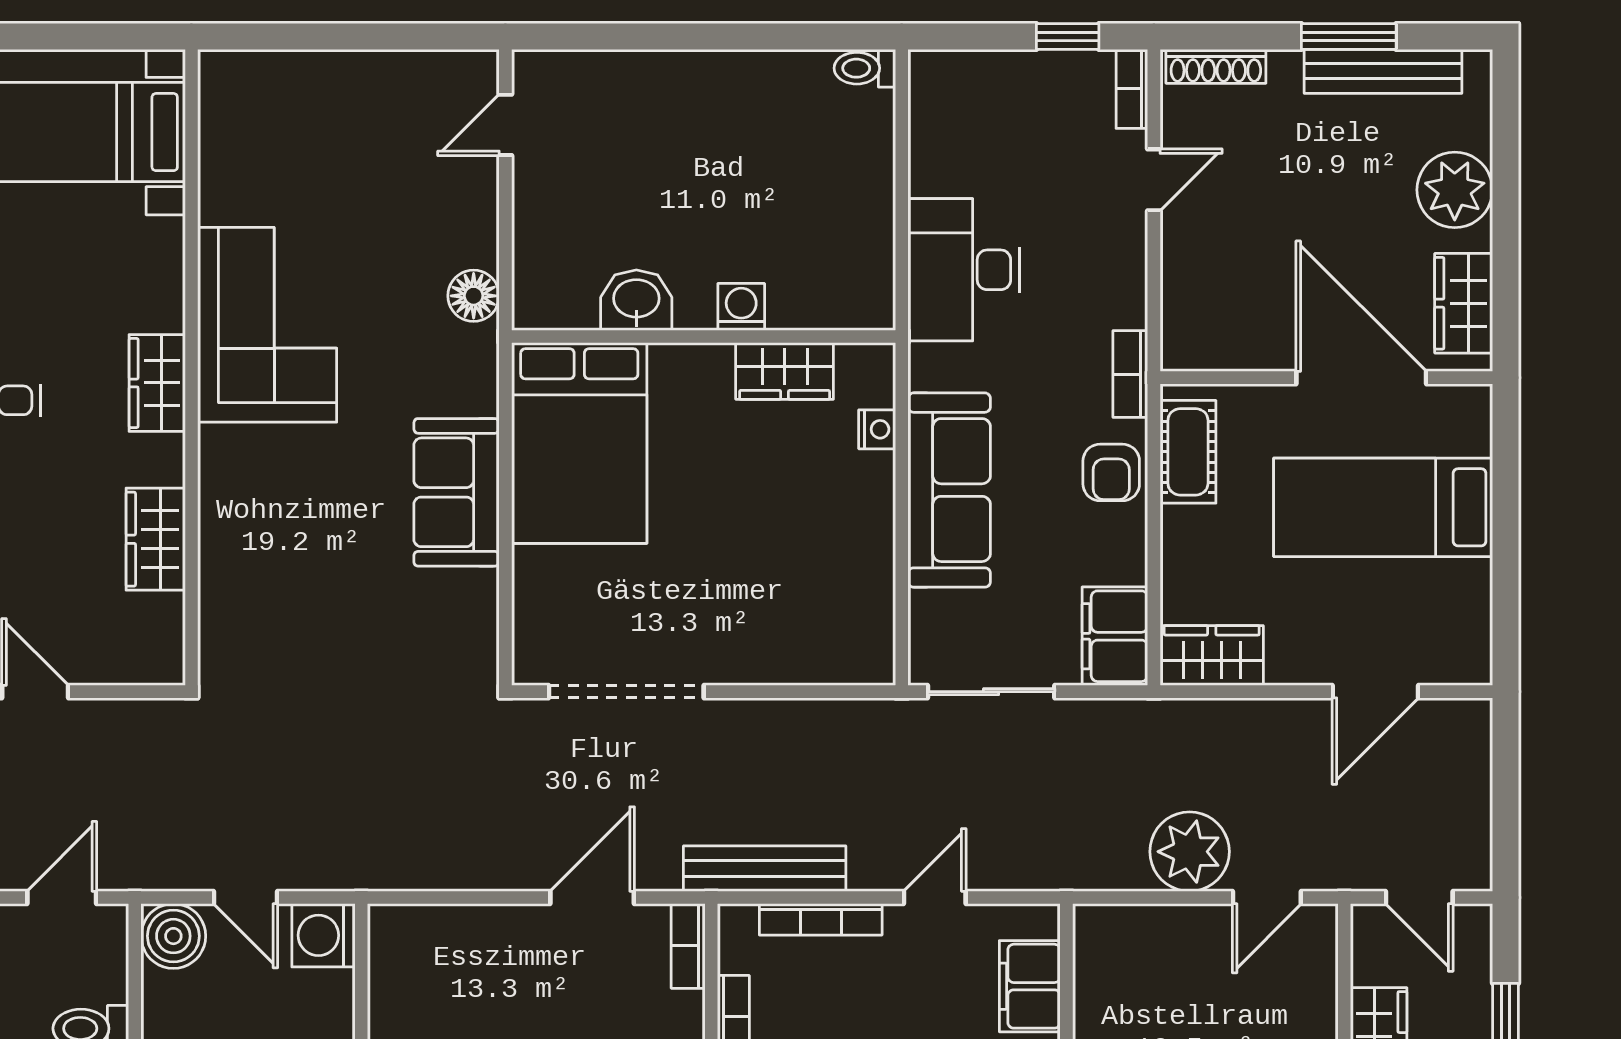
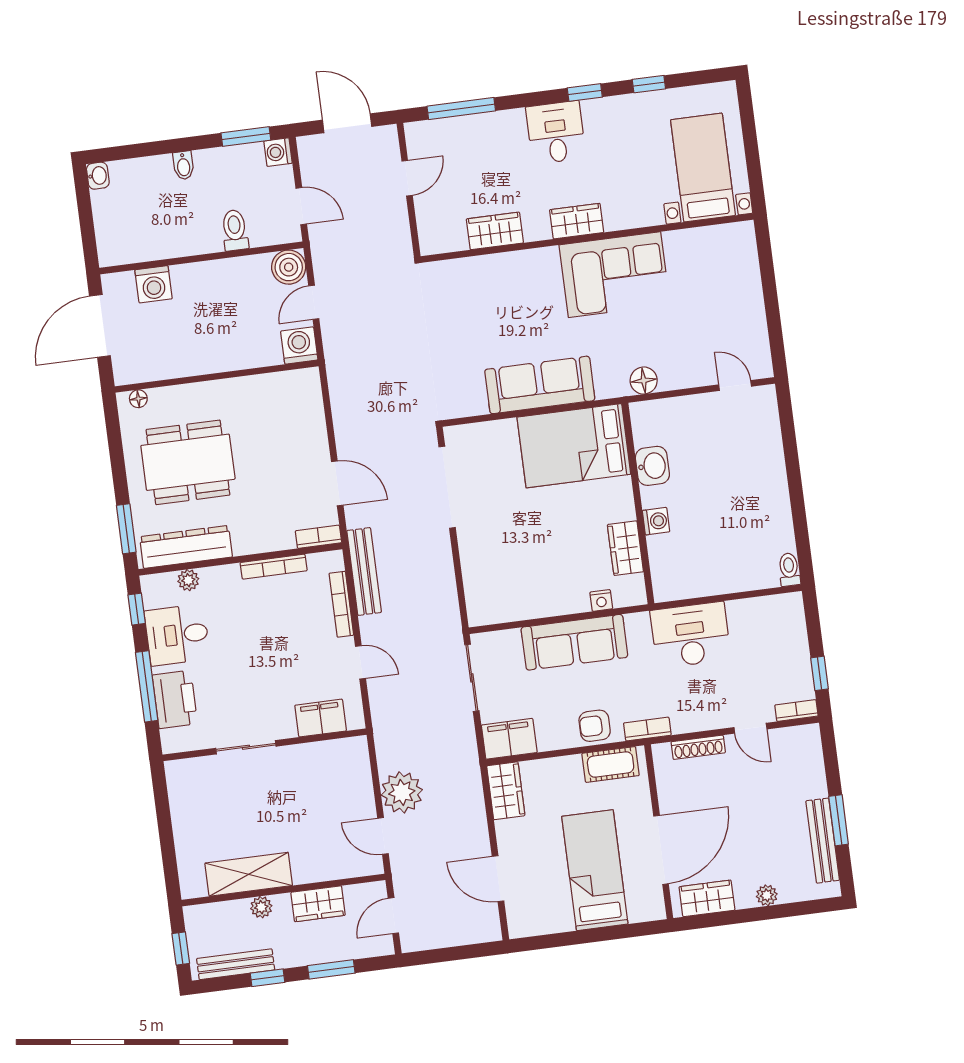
shoe rack: (1216, 66) -> (698, 747), moved, turned -90
plant: (1455, 190) -> (767, 895), width x0.53, depth x0.53
sofa: (457, 492) -> (540, 385), width x1.36

